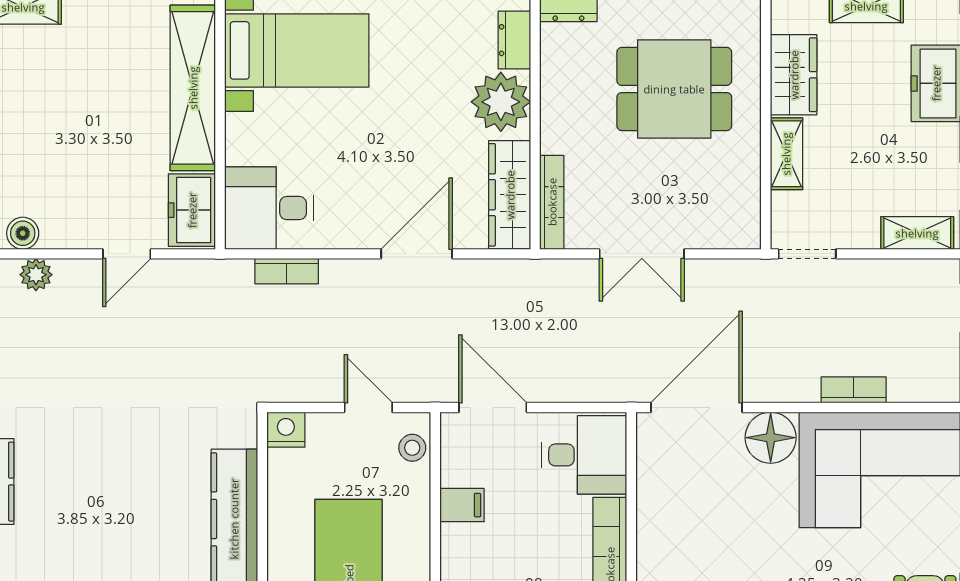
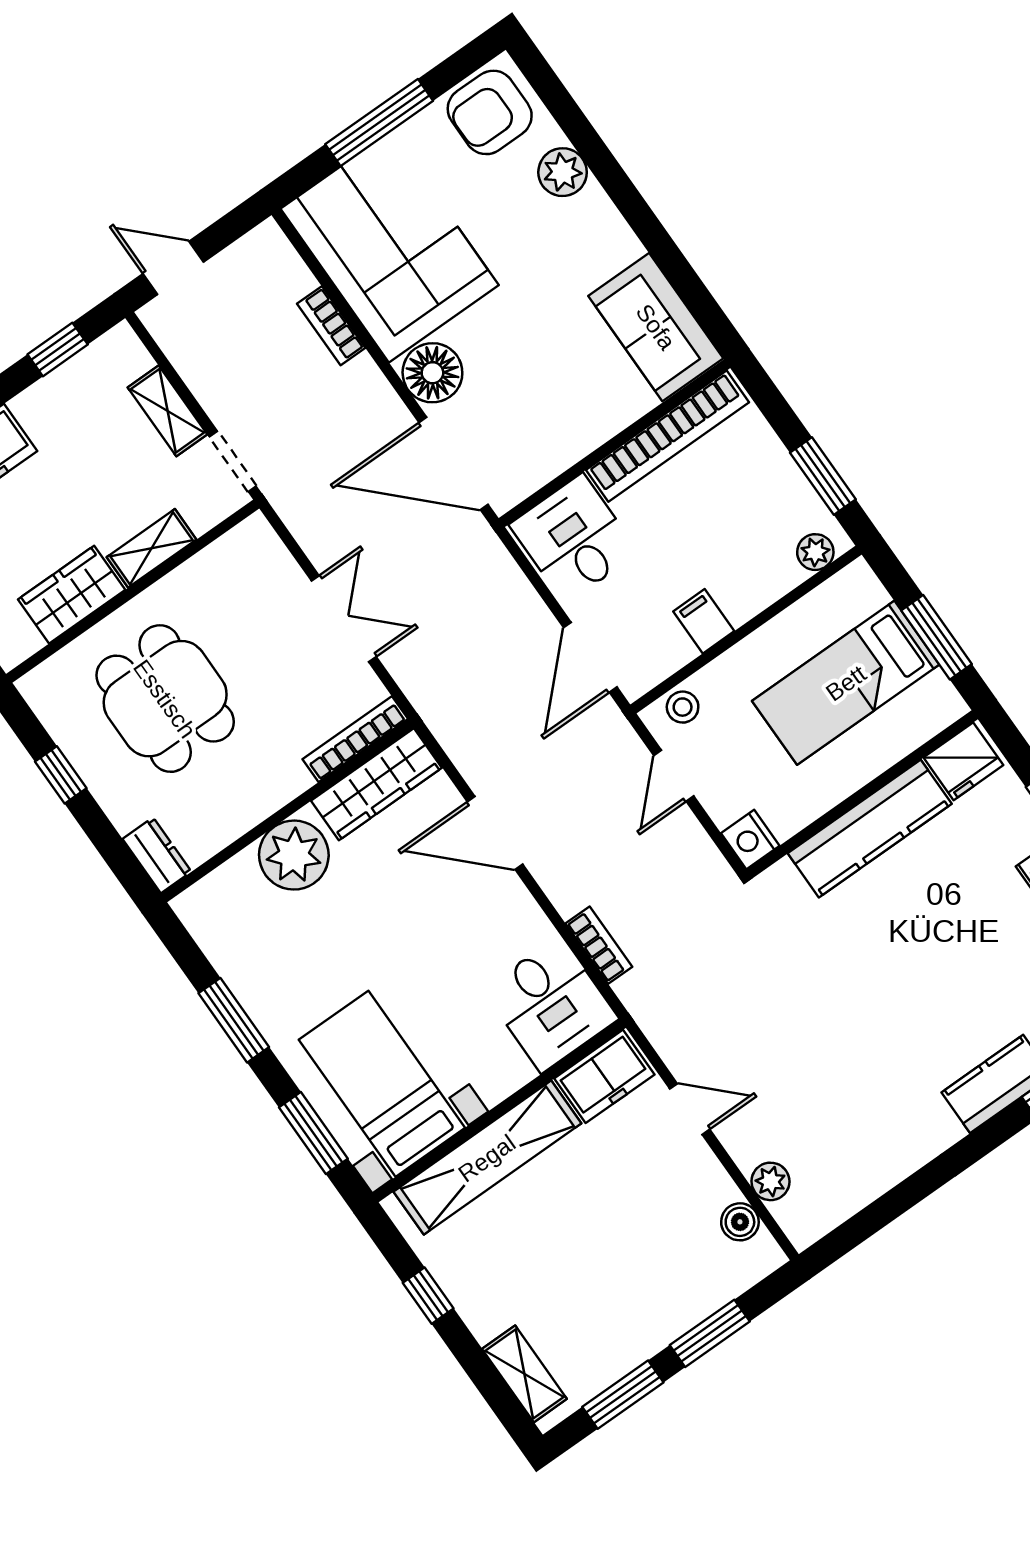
dresser: (514, 40) -> (226, 884), removed
shelving: (917, 233) -> (167, 411), moved

